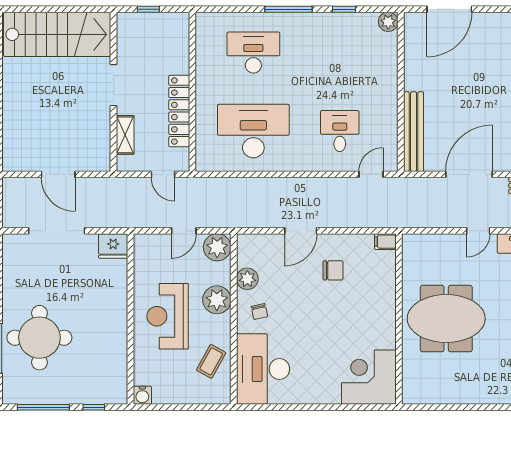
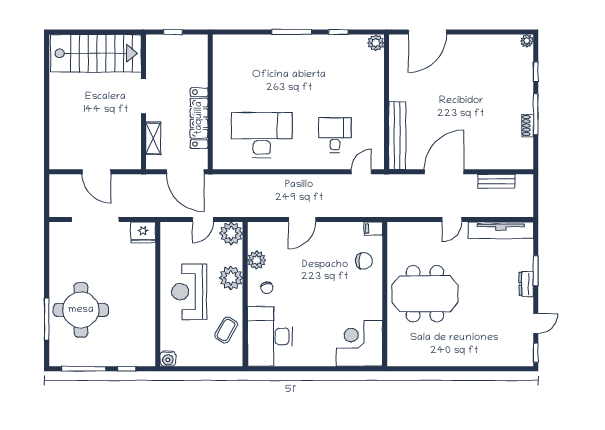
desk: (253, 53) -> (262, 69), removed
door: (163, 174) -> (185, 172), width x1.88
chair: (333, 270) -> (364, 261), moved

